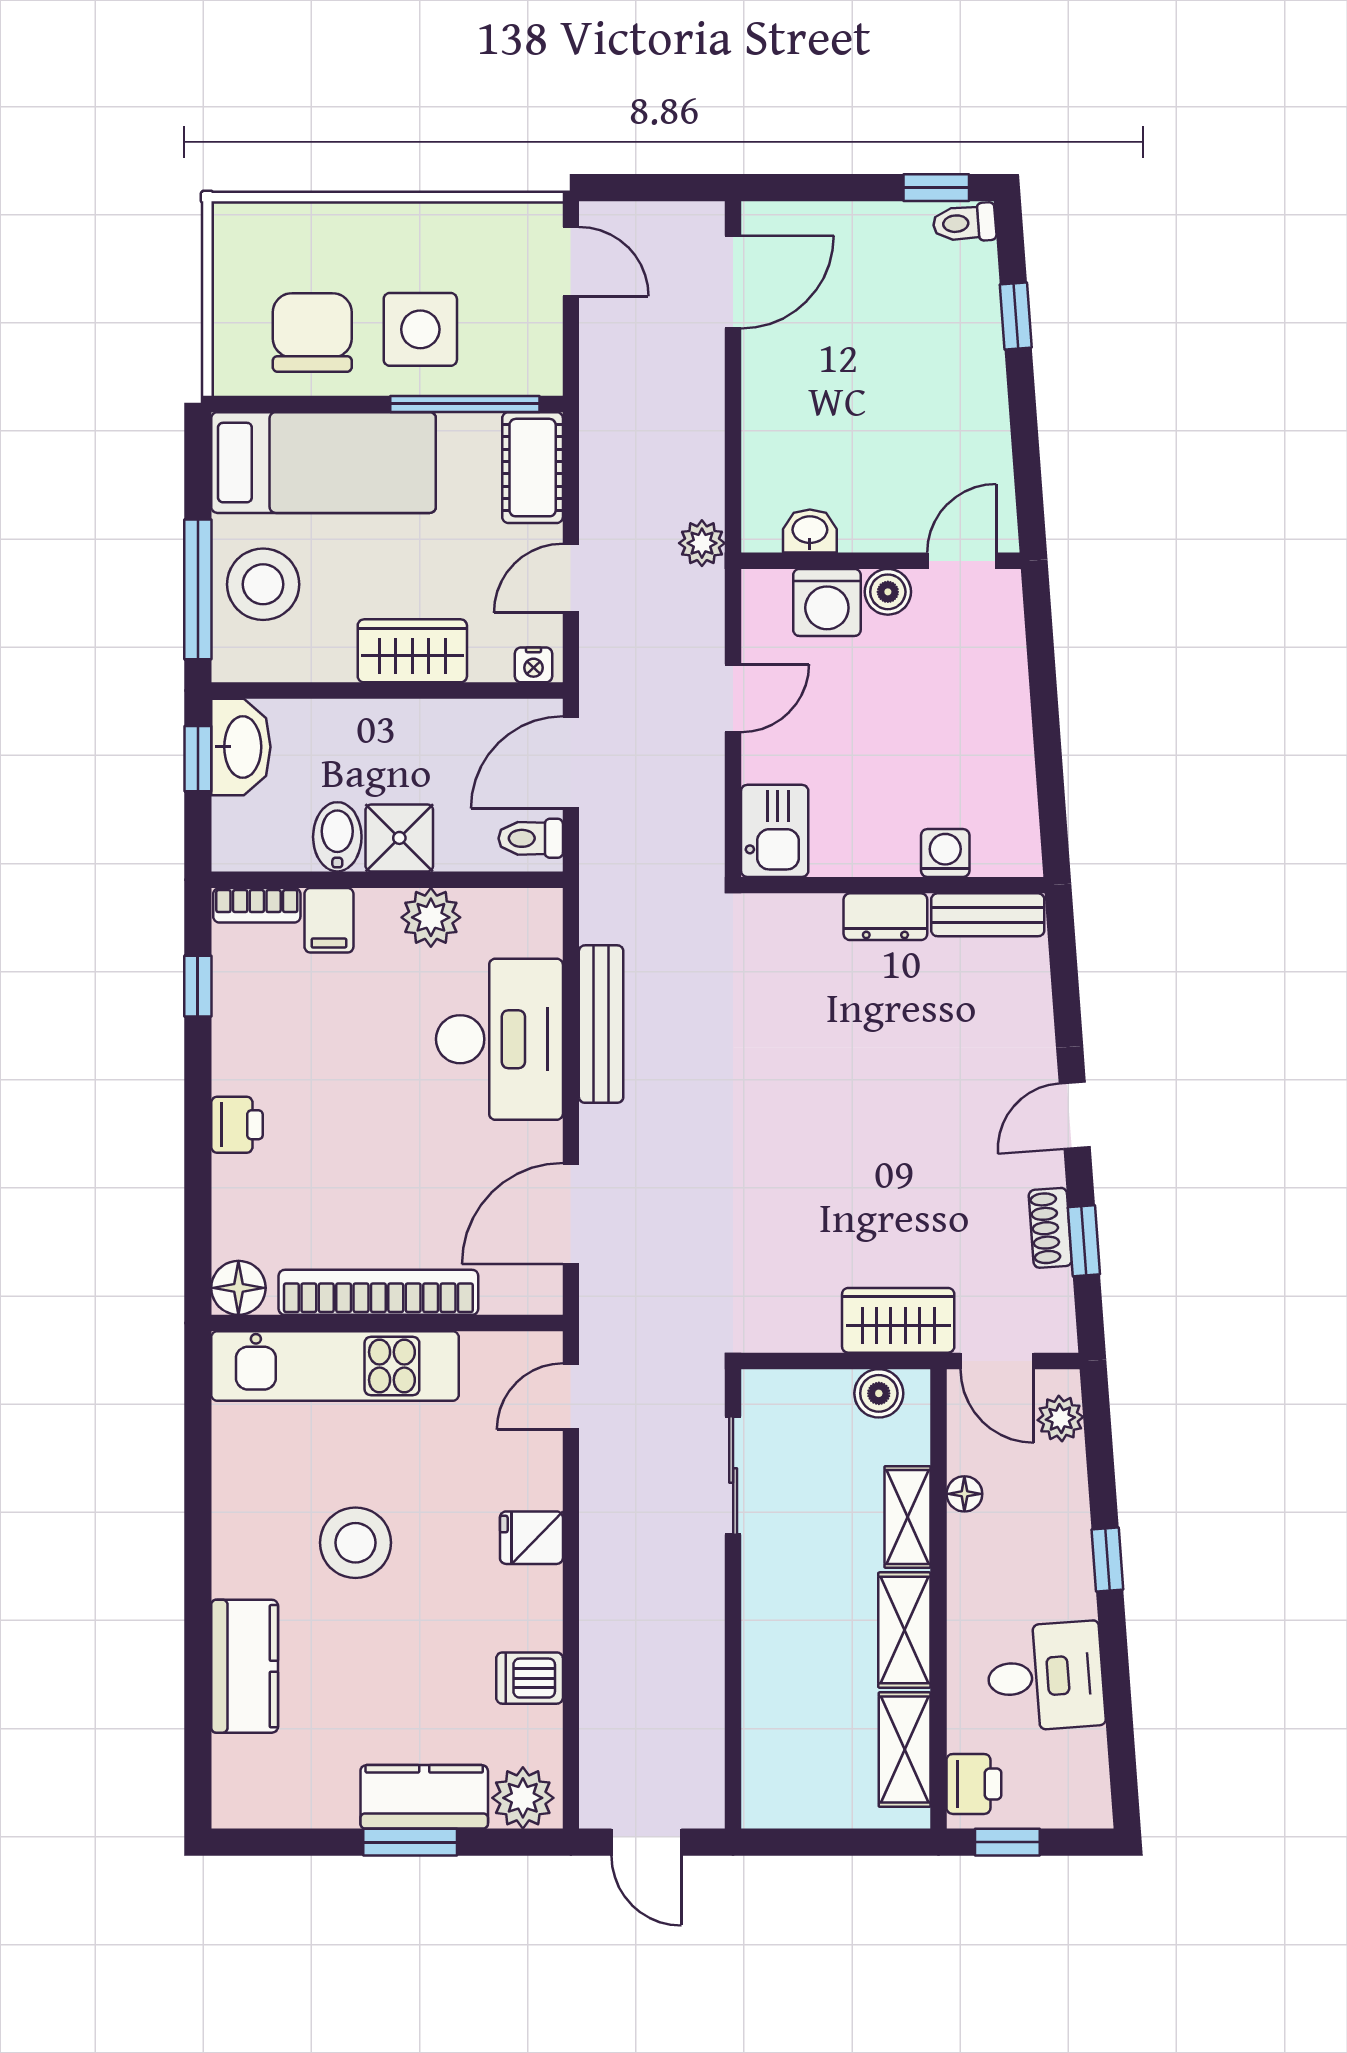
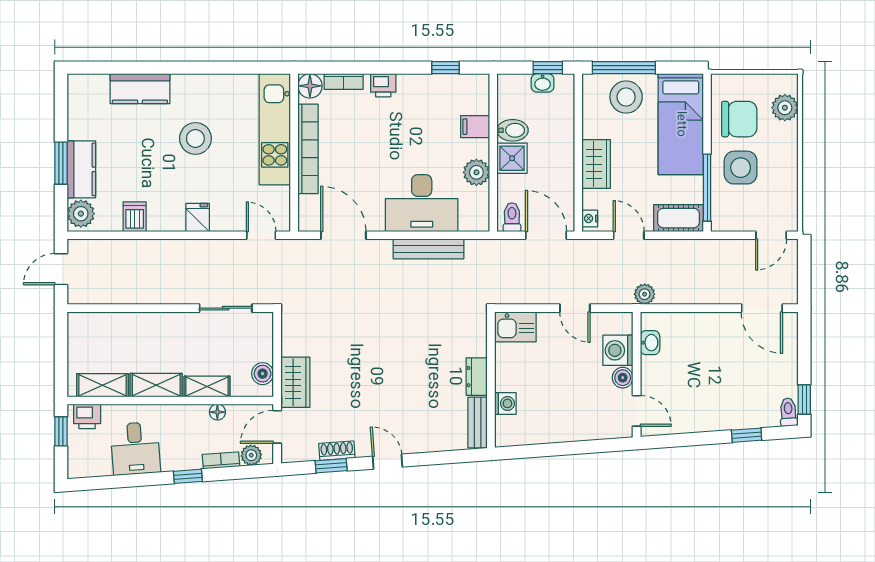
plant: (287, 231) -> (785, 108), added
washbasin: (241, 747) -> (543, 83), width x0.52, depth x0.69
bookcase: (257, 905) -> (344, 82), moved, turned -90
bookcase: (1072, 1486) -> (221, 460), added

